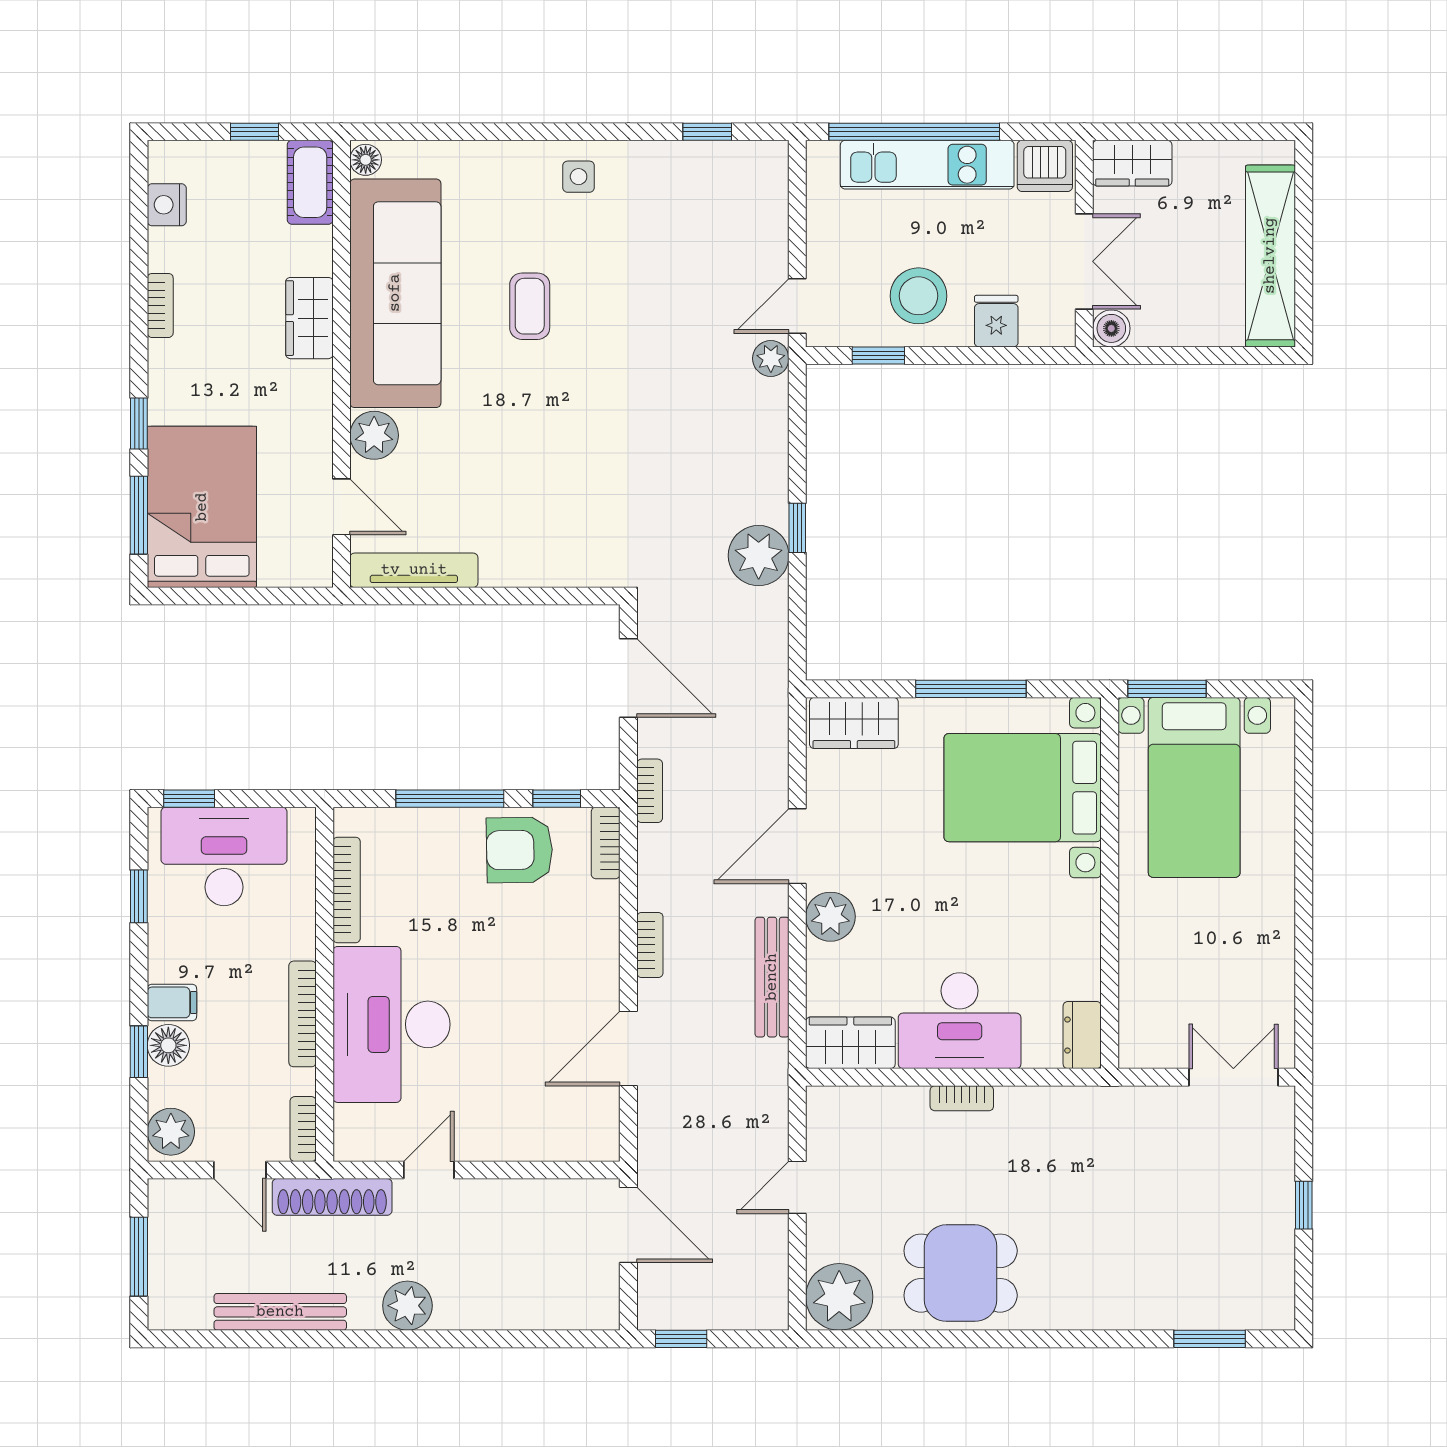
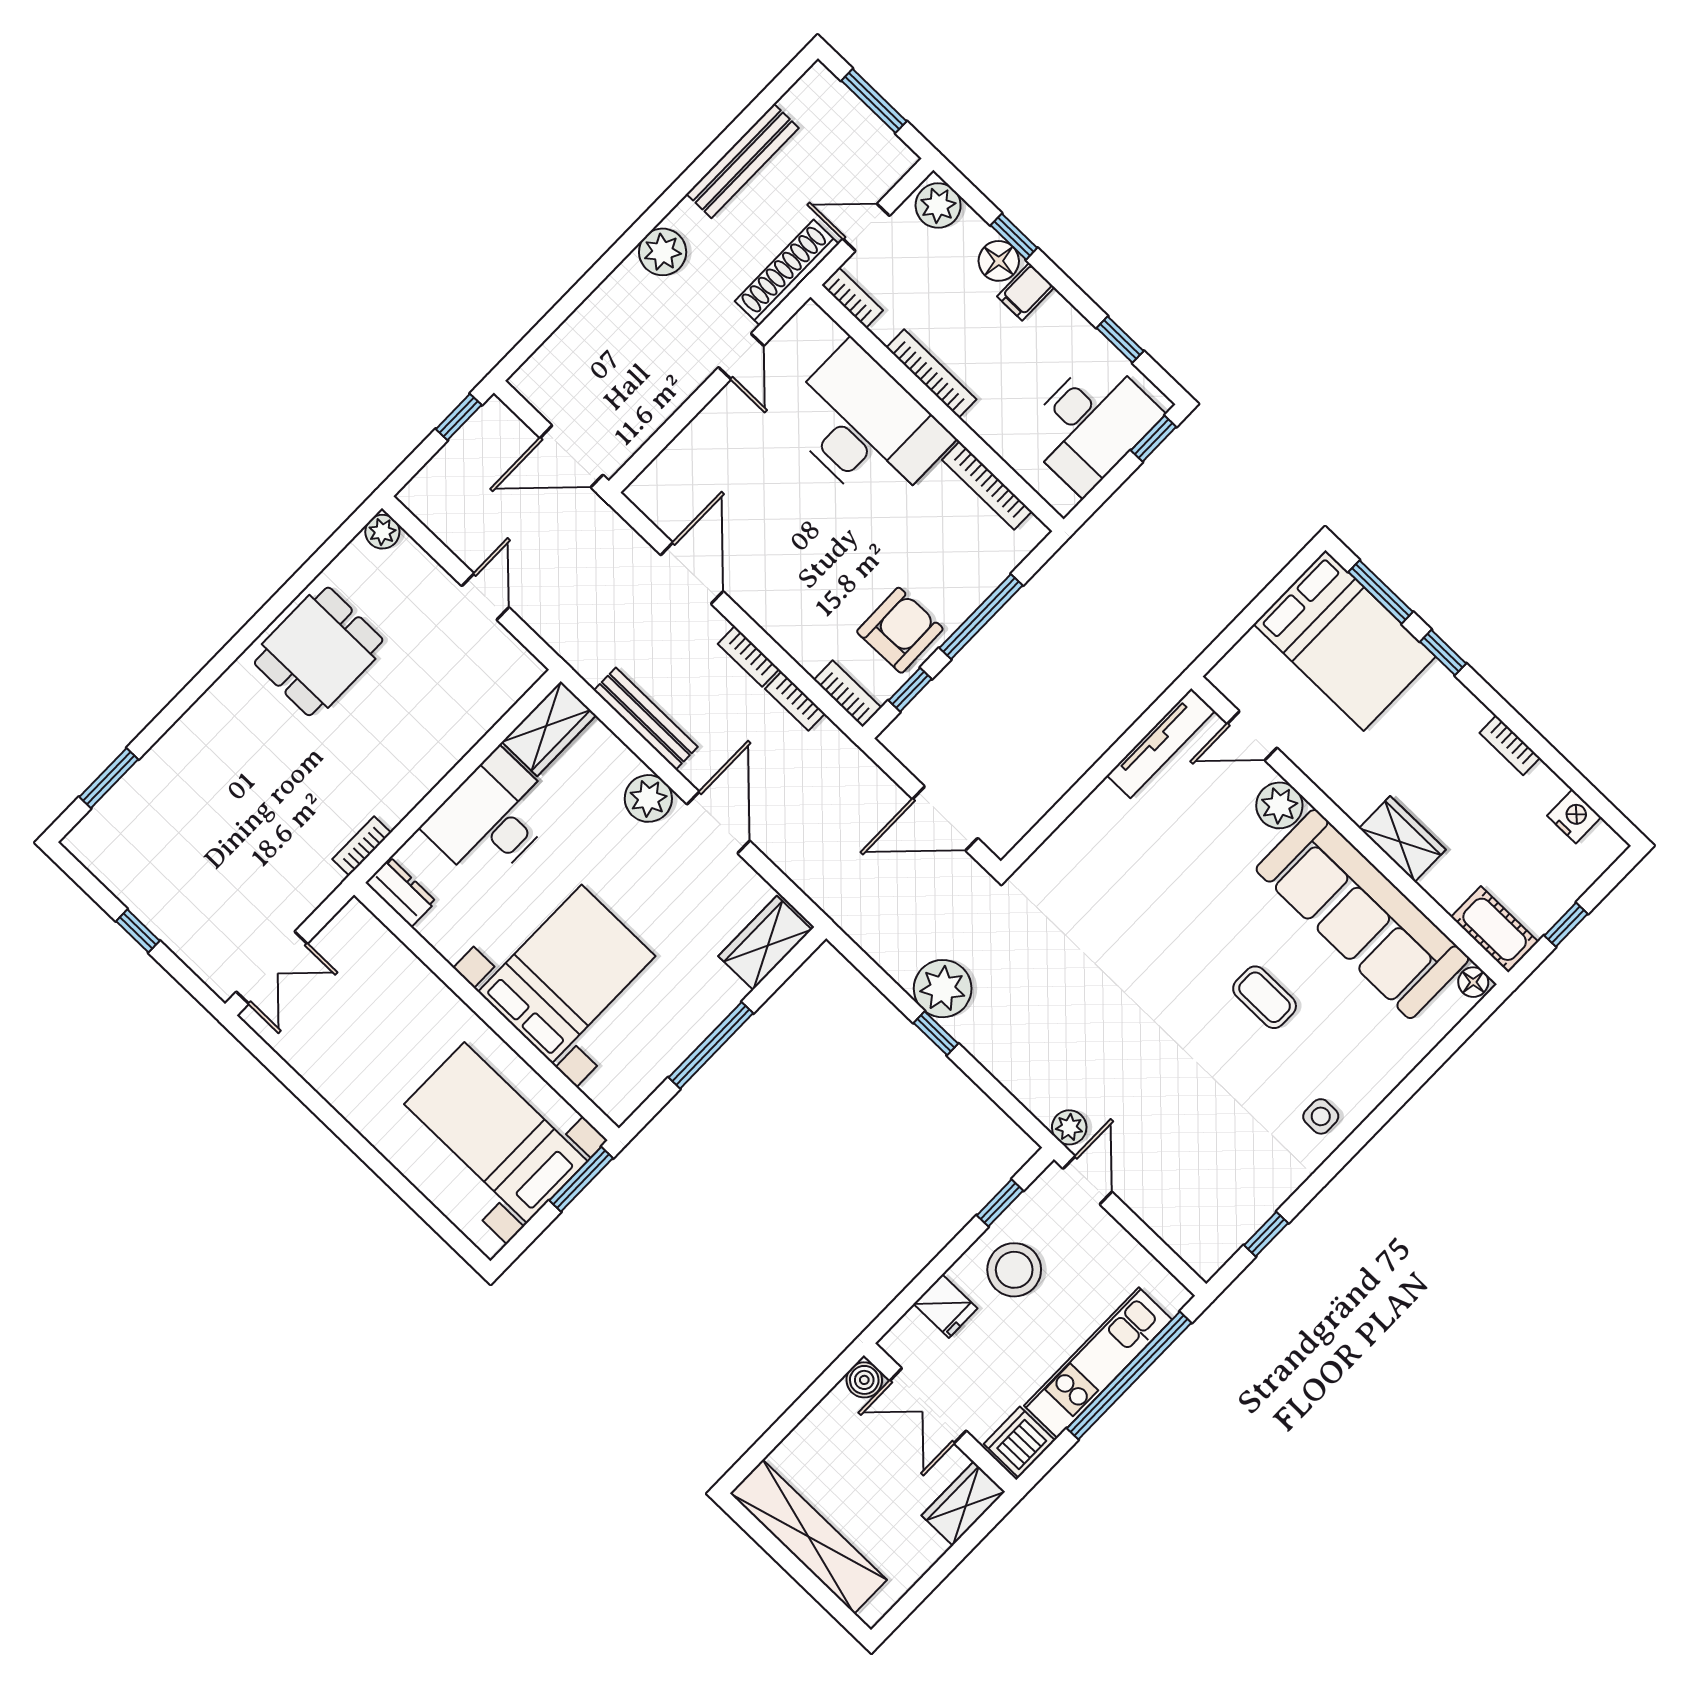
bed with nightstands: (1023, 788) -> (567, 974), moved
bookcase: (650, 791) -> (795, 701), moved
bookcase: (962, 1098) -> (362, 846), moved
plant: (839, 1297) -> (382, 532), width x0.53, depth x0.53

